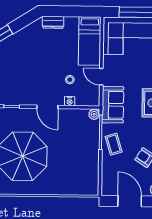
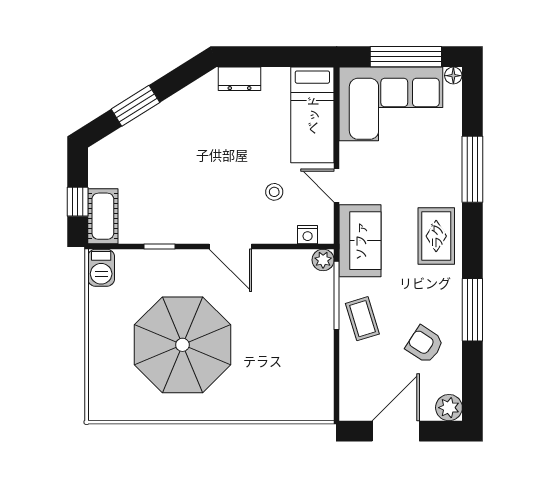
nightstand: (70, 101) -> (308, 235), moved
door: (130, 201) -> (396, 431), hinge flipped

